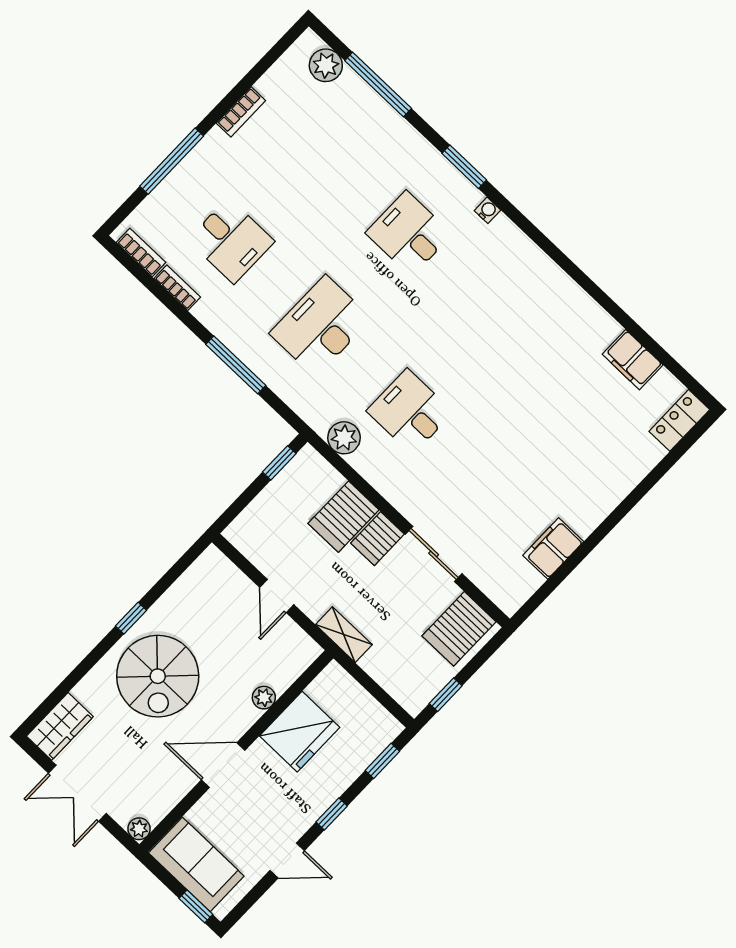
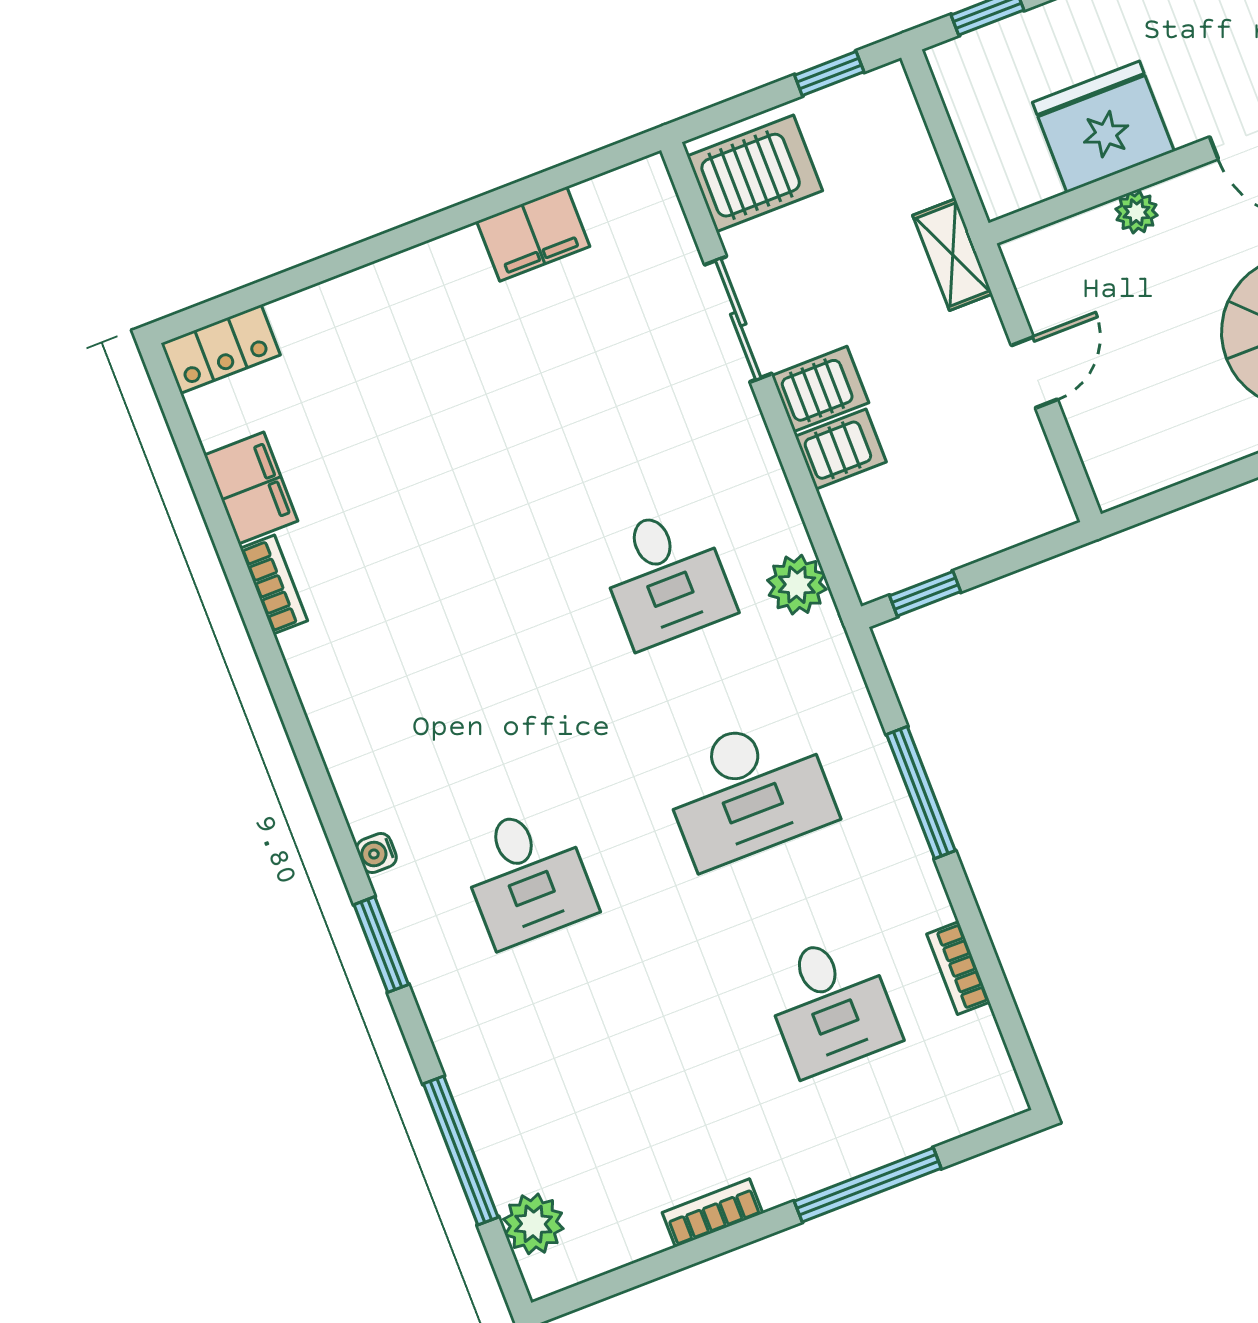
desk: (231, 241) -> (831, 1005), turned 180
bookcase: (141, 252) -> (274, 585), moved, turned 180
server rack: (344, 517) -> (841, 449), width x0.73, depth x0.70

